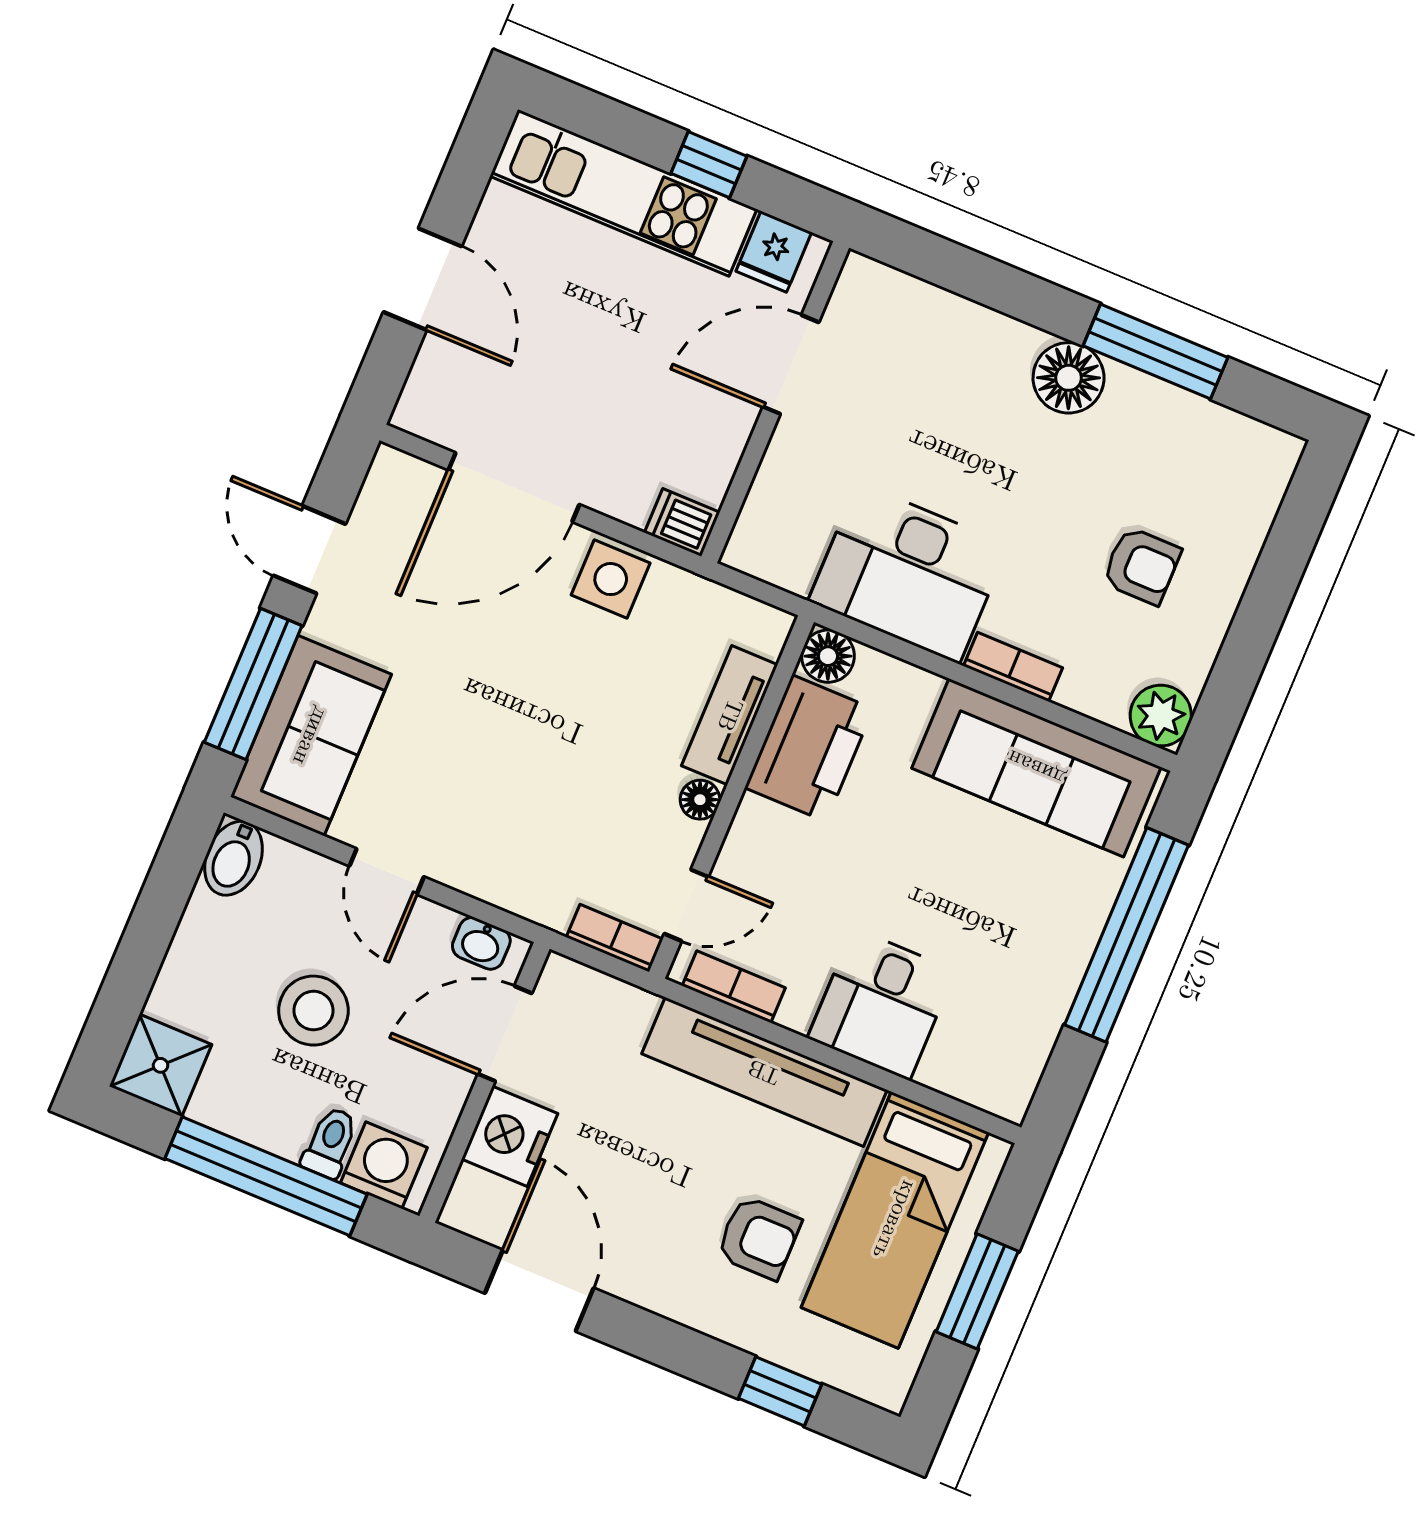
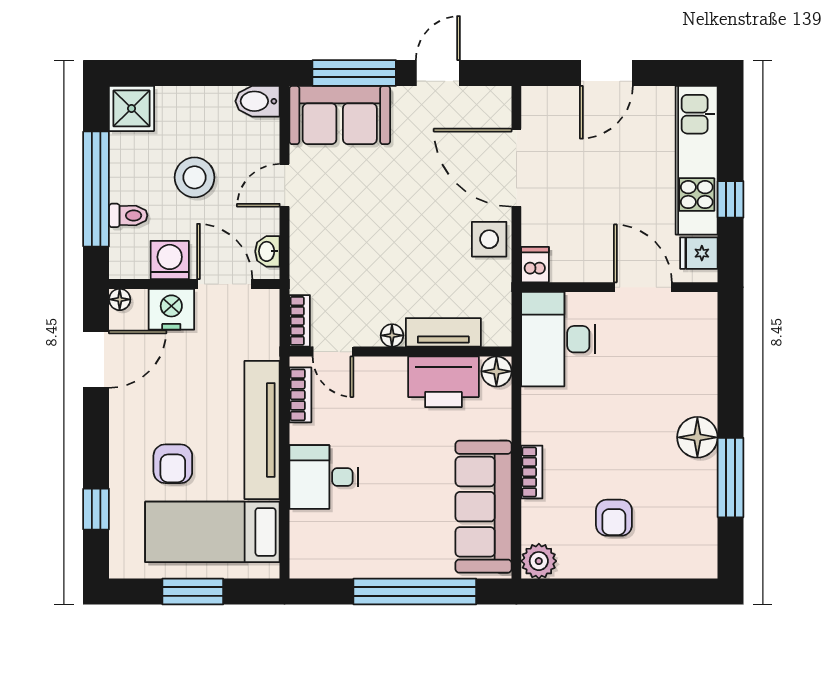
desk: (908, 573) -> (558, 339), moved
washing machine: (384, 1165) -> (170, 260), moved, turned -90
floor lamp: (459, 1213) -> (120, 299), added

